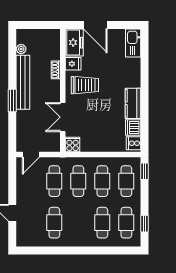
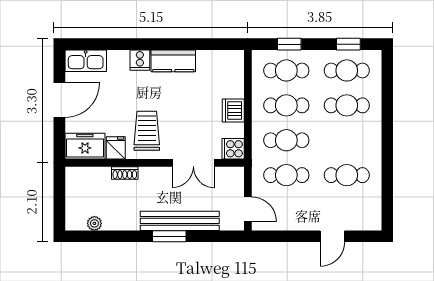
door: (95, 25) -> (59, 100), moved
bench: (23, 82) -> (180, 221), moved
dishwasher: (133, 128) -> (233, 111), moved, turned 90
cooker: (134, 143) -> (140, 60), moved
window: (144, 171) -> (289, 44), moved

